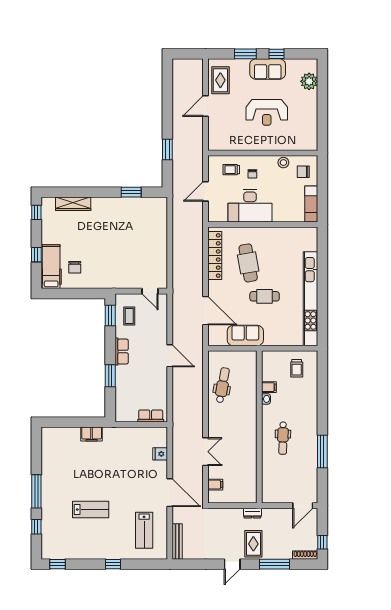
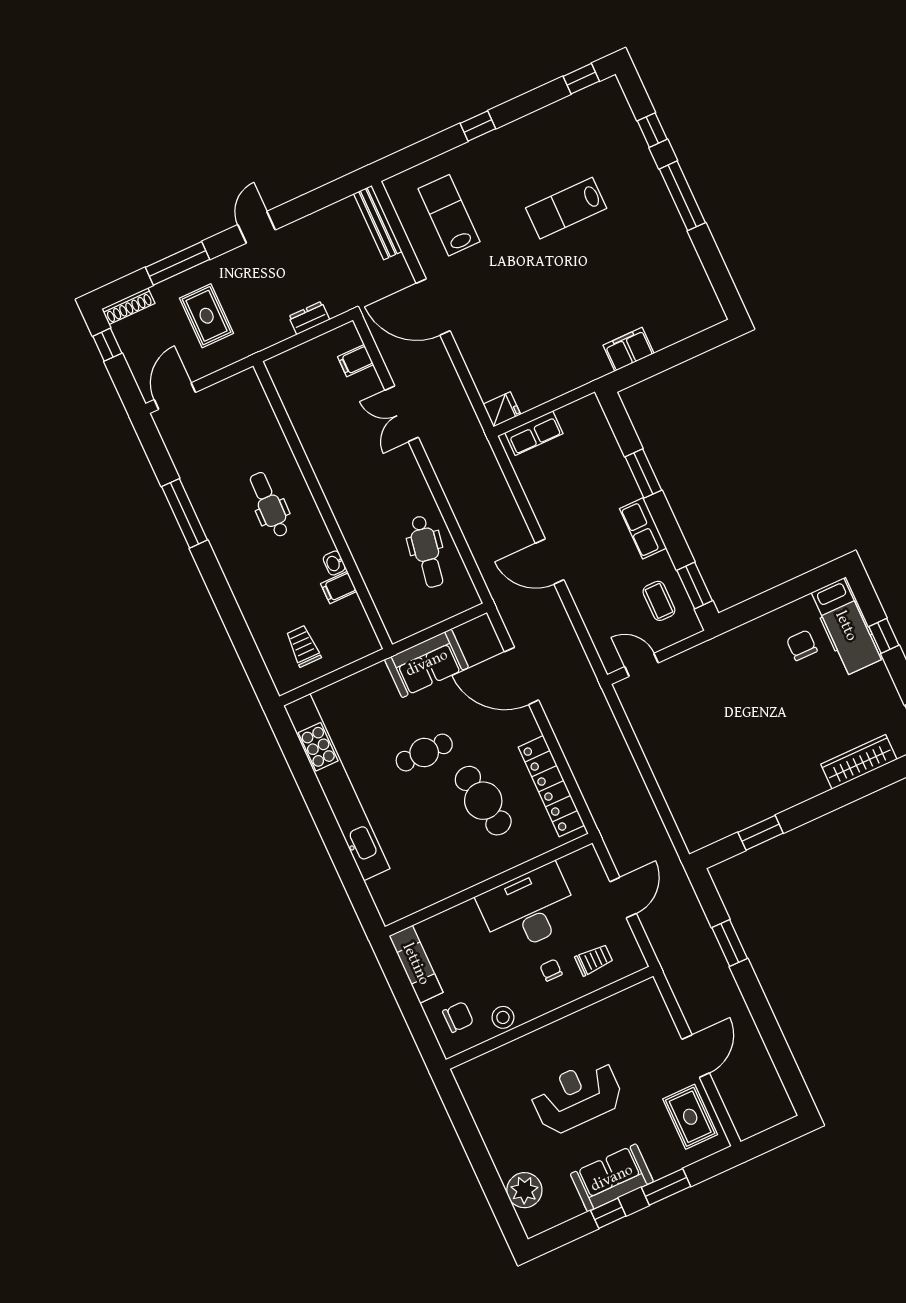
fridge: (160, 454) -> (502, 409), moved
dresser: (252, 513) -> (309, 318), moved
rug: (253, 544) -> (207, 316), moved

